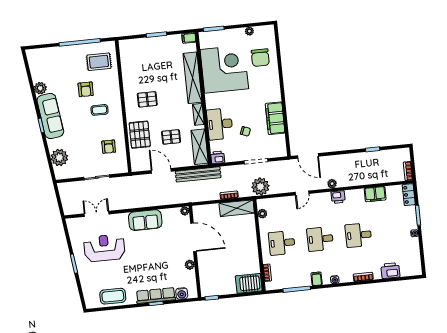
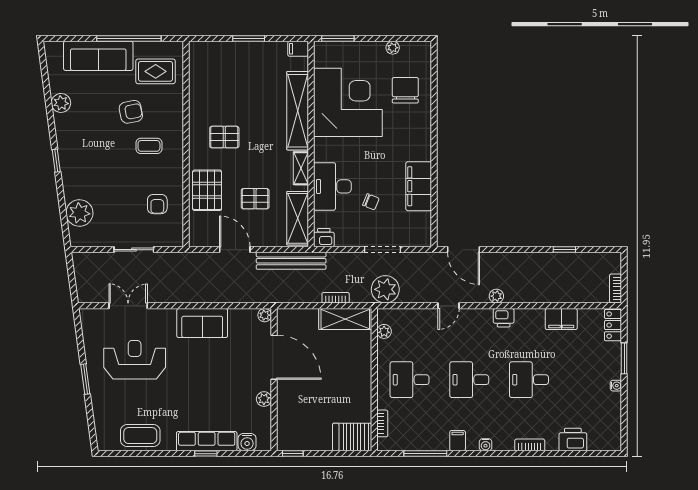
chair: (260, 58) -> (405, 90), turned 180
armchair: (86, 89) -> (131, 112), turned -101
sofa: (50, 116) -> (98, 56), moved, turned 98

